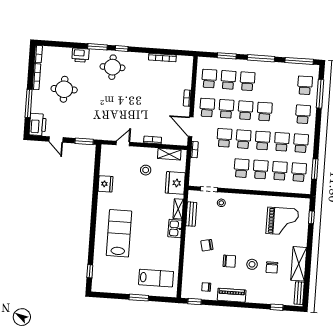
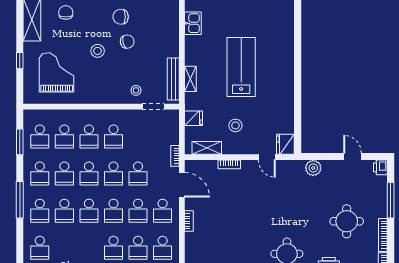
window: (320, 94) -> (20, 200), moved
school desk: (284, 113) -> (64, 211), added
printer: (38, 125) -> (380, 167), width x0.53, depth x0.68
plant: (87, 133) -> (313, 168), added
window: (84, 141) -> (316, 157), removed
door: (123, 144) -> (267, 157), hinge flipped
fridge: (175, 183) -> (194, 118), width x0.53, depth x0.75
fridge: (105, 184) -> (285, 144), moved
bench: (191, 214) -> (173, 79), width x1.36
window: (311, 217) -> (20, 61), moved
grand piano: (282, 221) -> (57, 72), turned 90
kitchen sink: (175, 228) -> (193, 23), moved
lab bench: (119, 233) -> (241, 67), moved, turned 180
chair: (207, 245) -> (127, 42), moved
stool: (252, 264) -> (98, 51), moved

